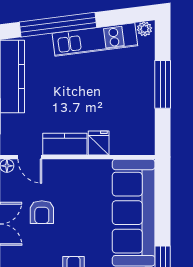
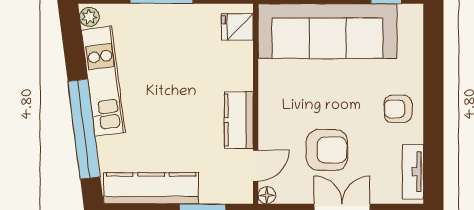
fridge: (99, 143) -> (237, 27), moved
armchair: (42, 212) -> (327, 150), width x1.38, depth x1.38

